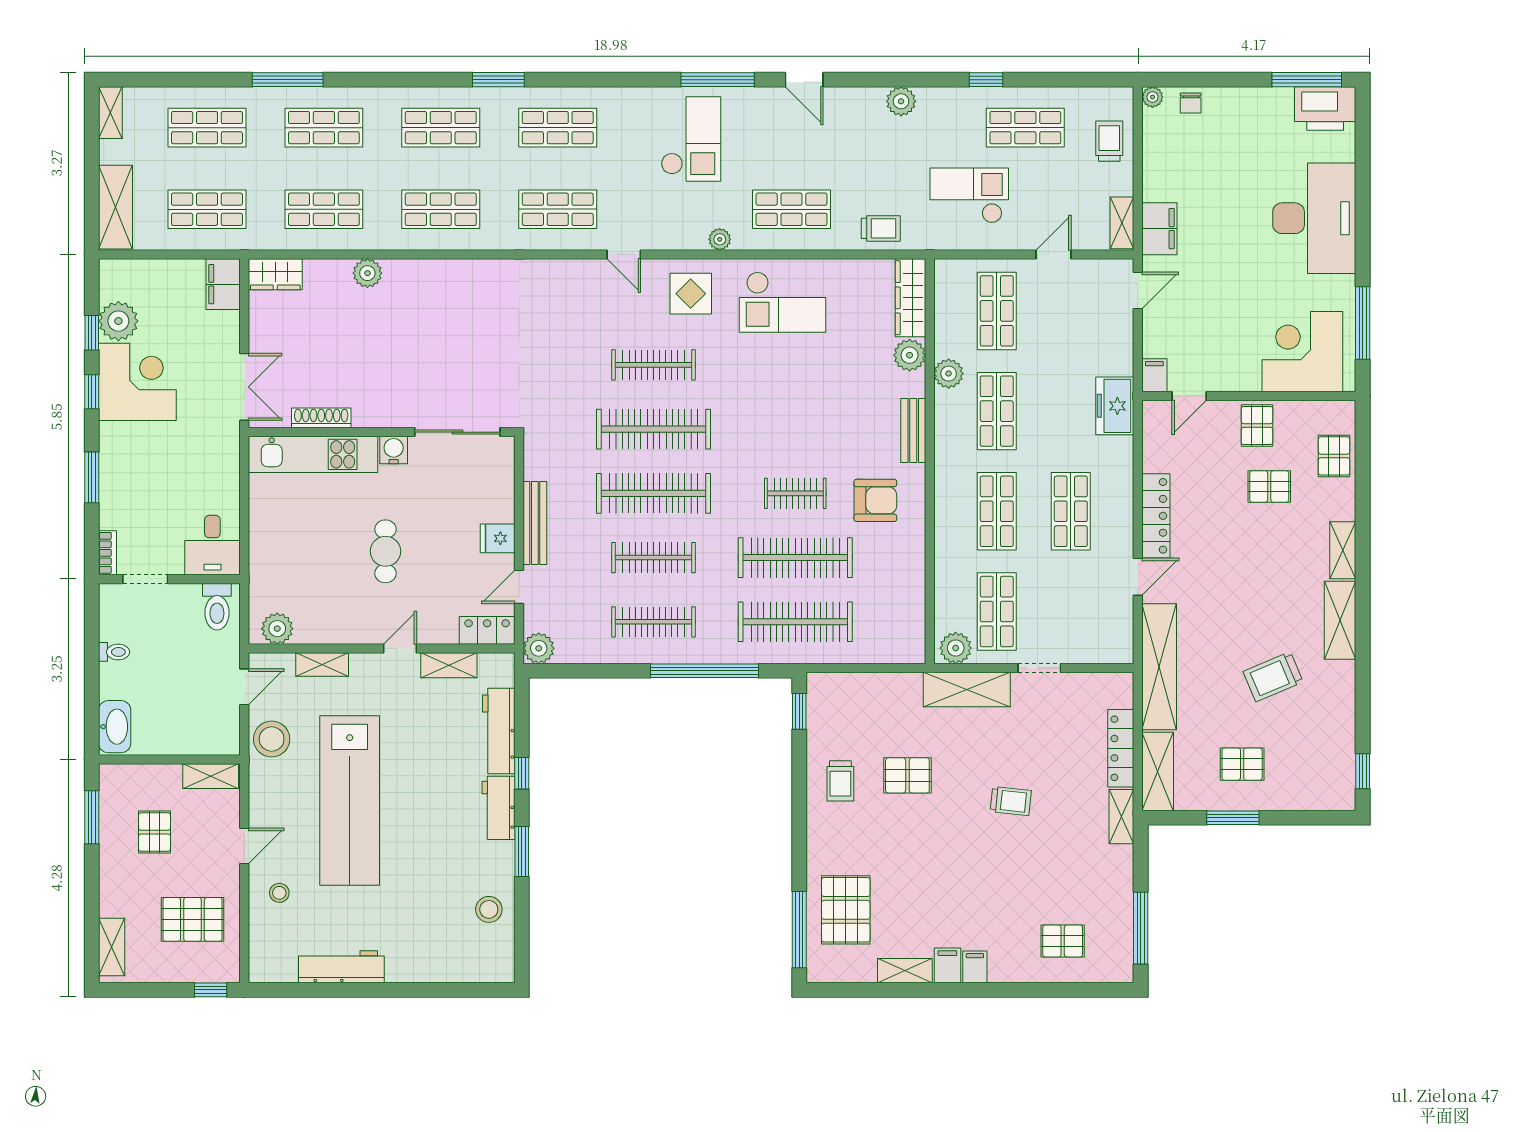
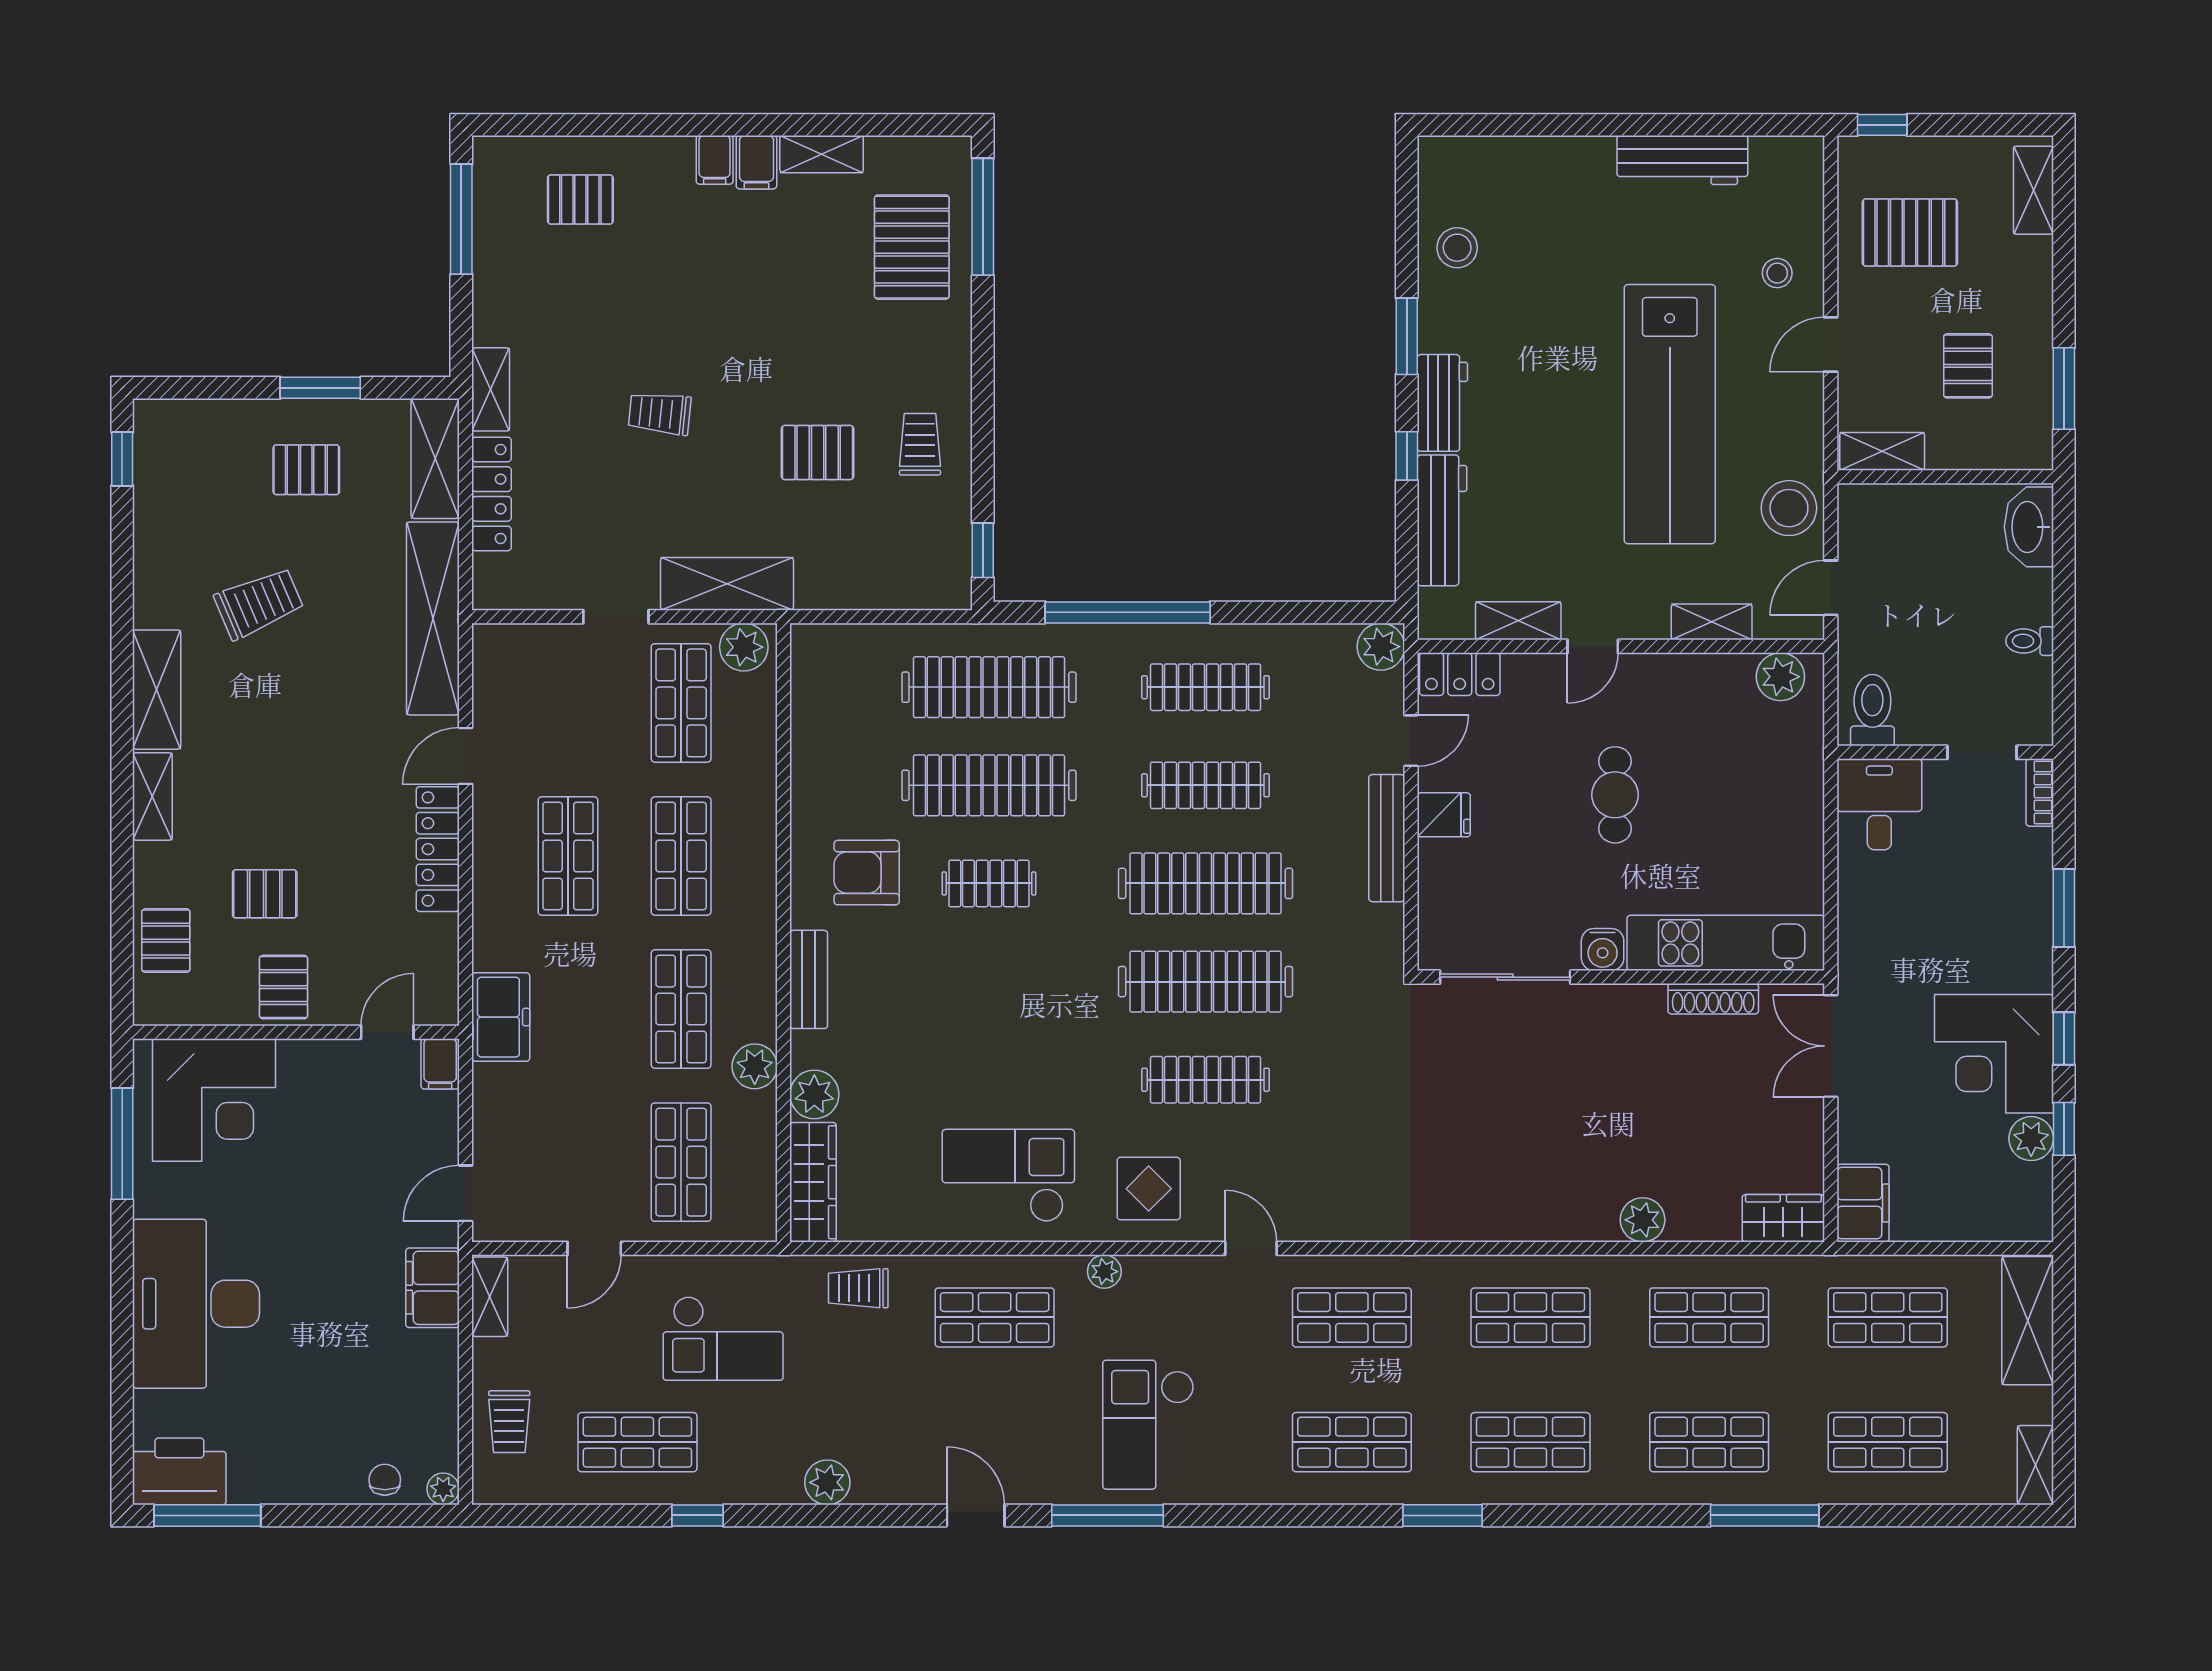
plant: (118, 321) -> (2031, 1139), width x0.73, depth x0.73
lab bench: (350, 800) -> (1670, 414), turned 180

